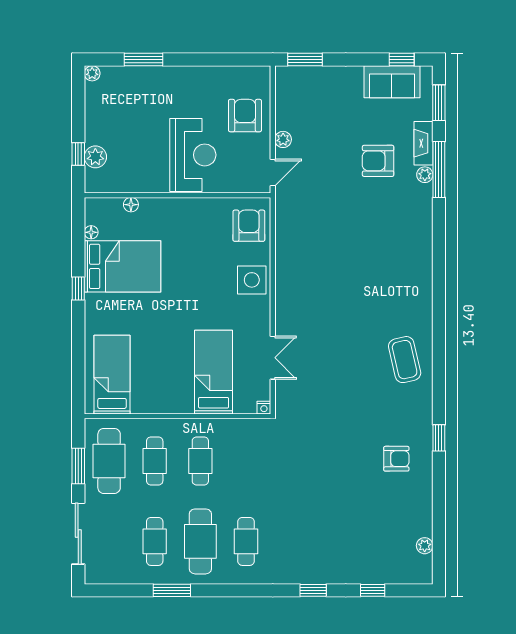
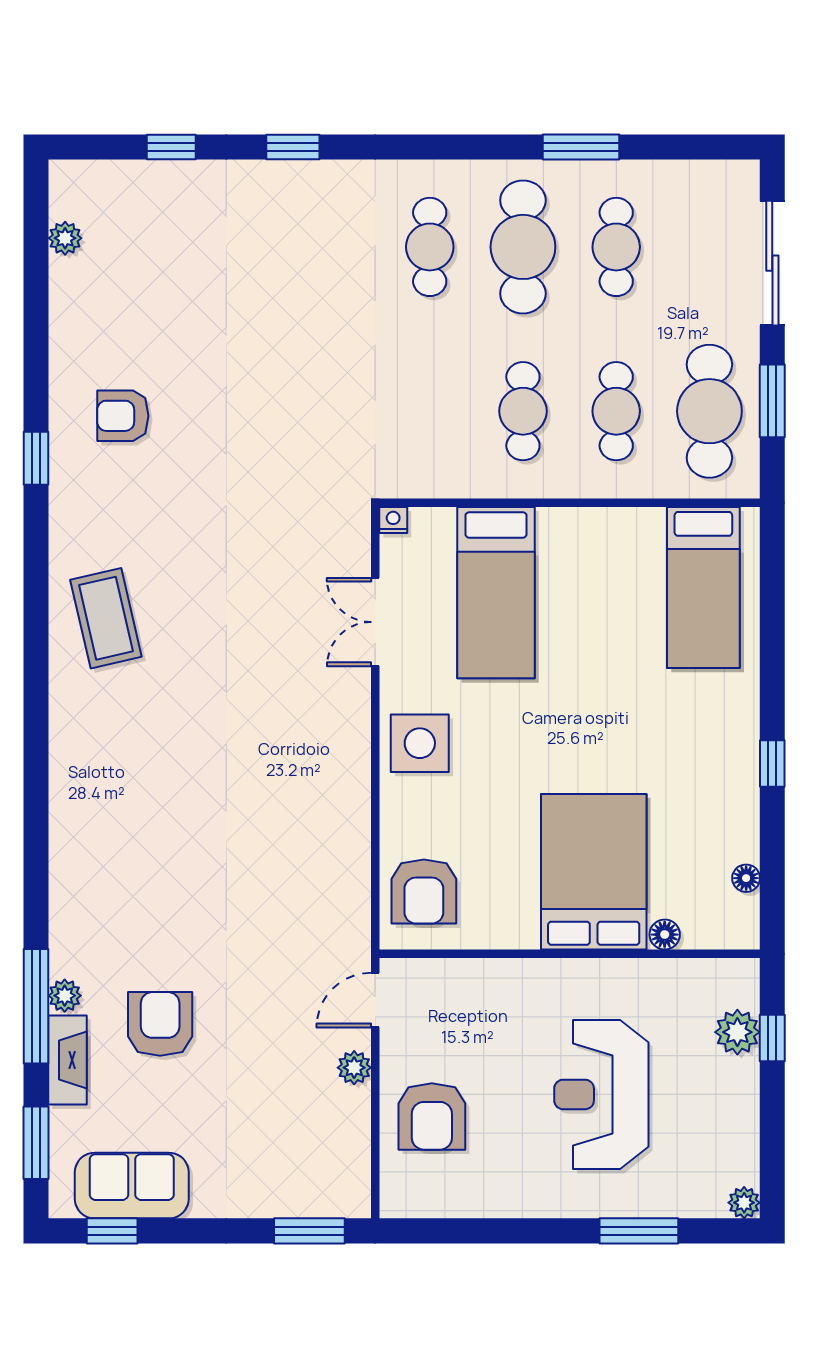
reception desk: (193, 155) -> (601, 1094), moved
armchair: (378, 161) -> (160, 1024), turned -90
bed: (122, 266) -> (594, 872), moved, turned 90
side table: (252, 280) -> (420, 743), moved

